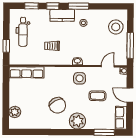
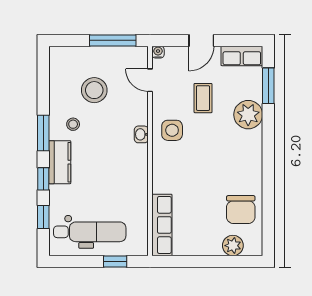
stool: (116, 27) -> (94, 90), moved
dental chair: (23, 32) -> (90, 232), width x1.36, depth x1.38
trolley: (52, 46) -> (114, 180), removed
chair: (57, 105) -> (241, 210), moved, turned 119
plant: (77, 121) -> (248, 115), moved

